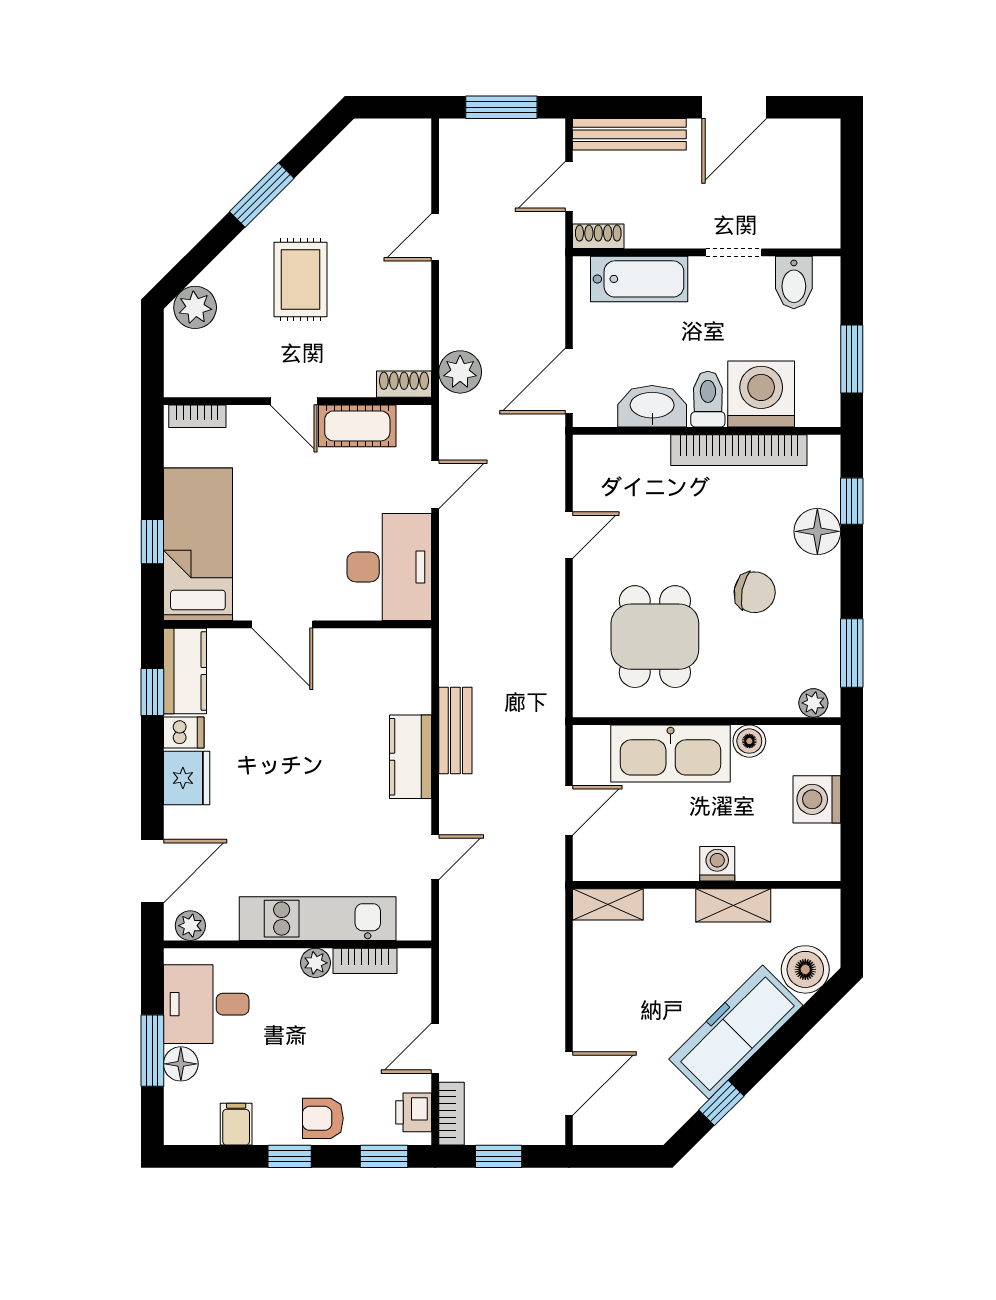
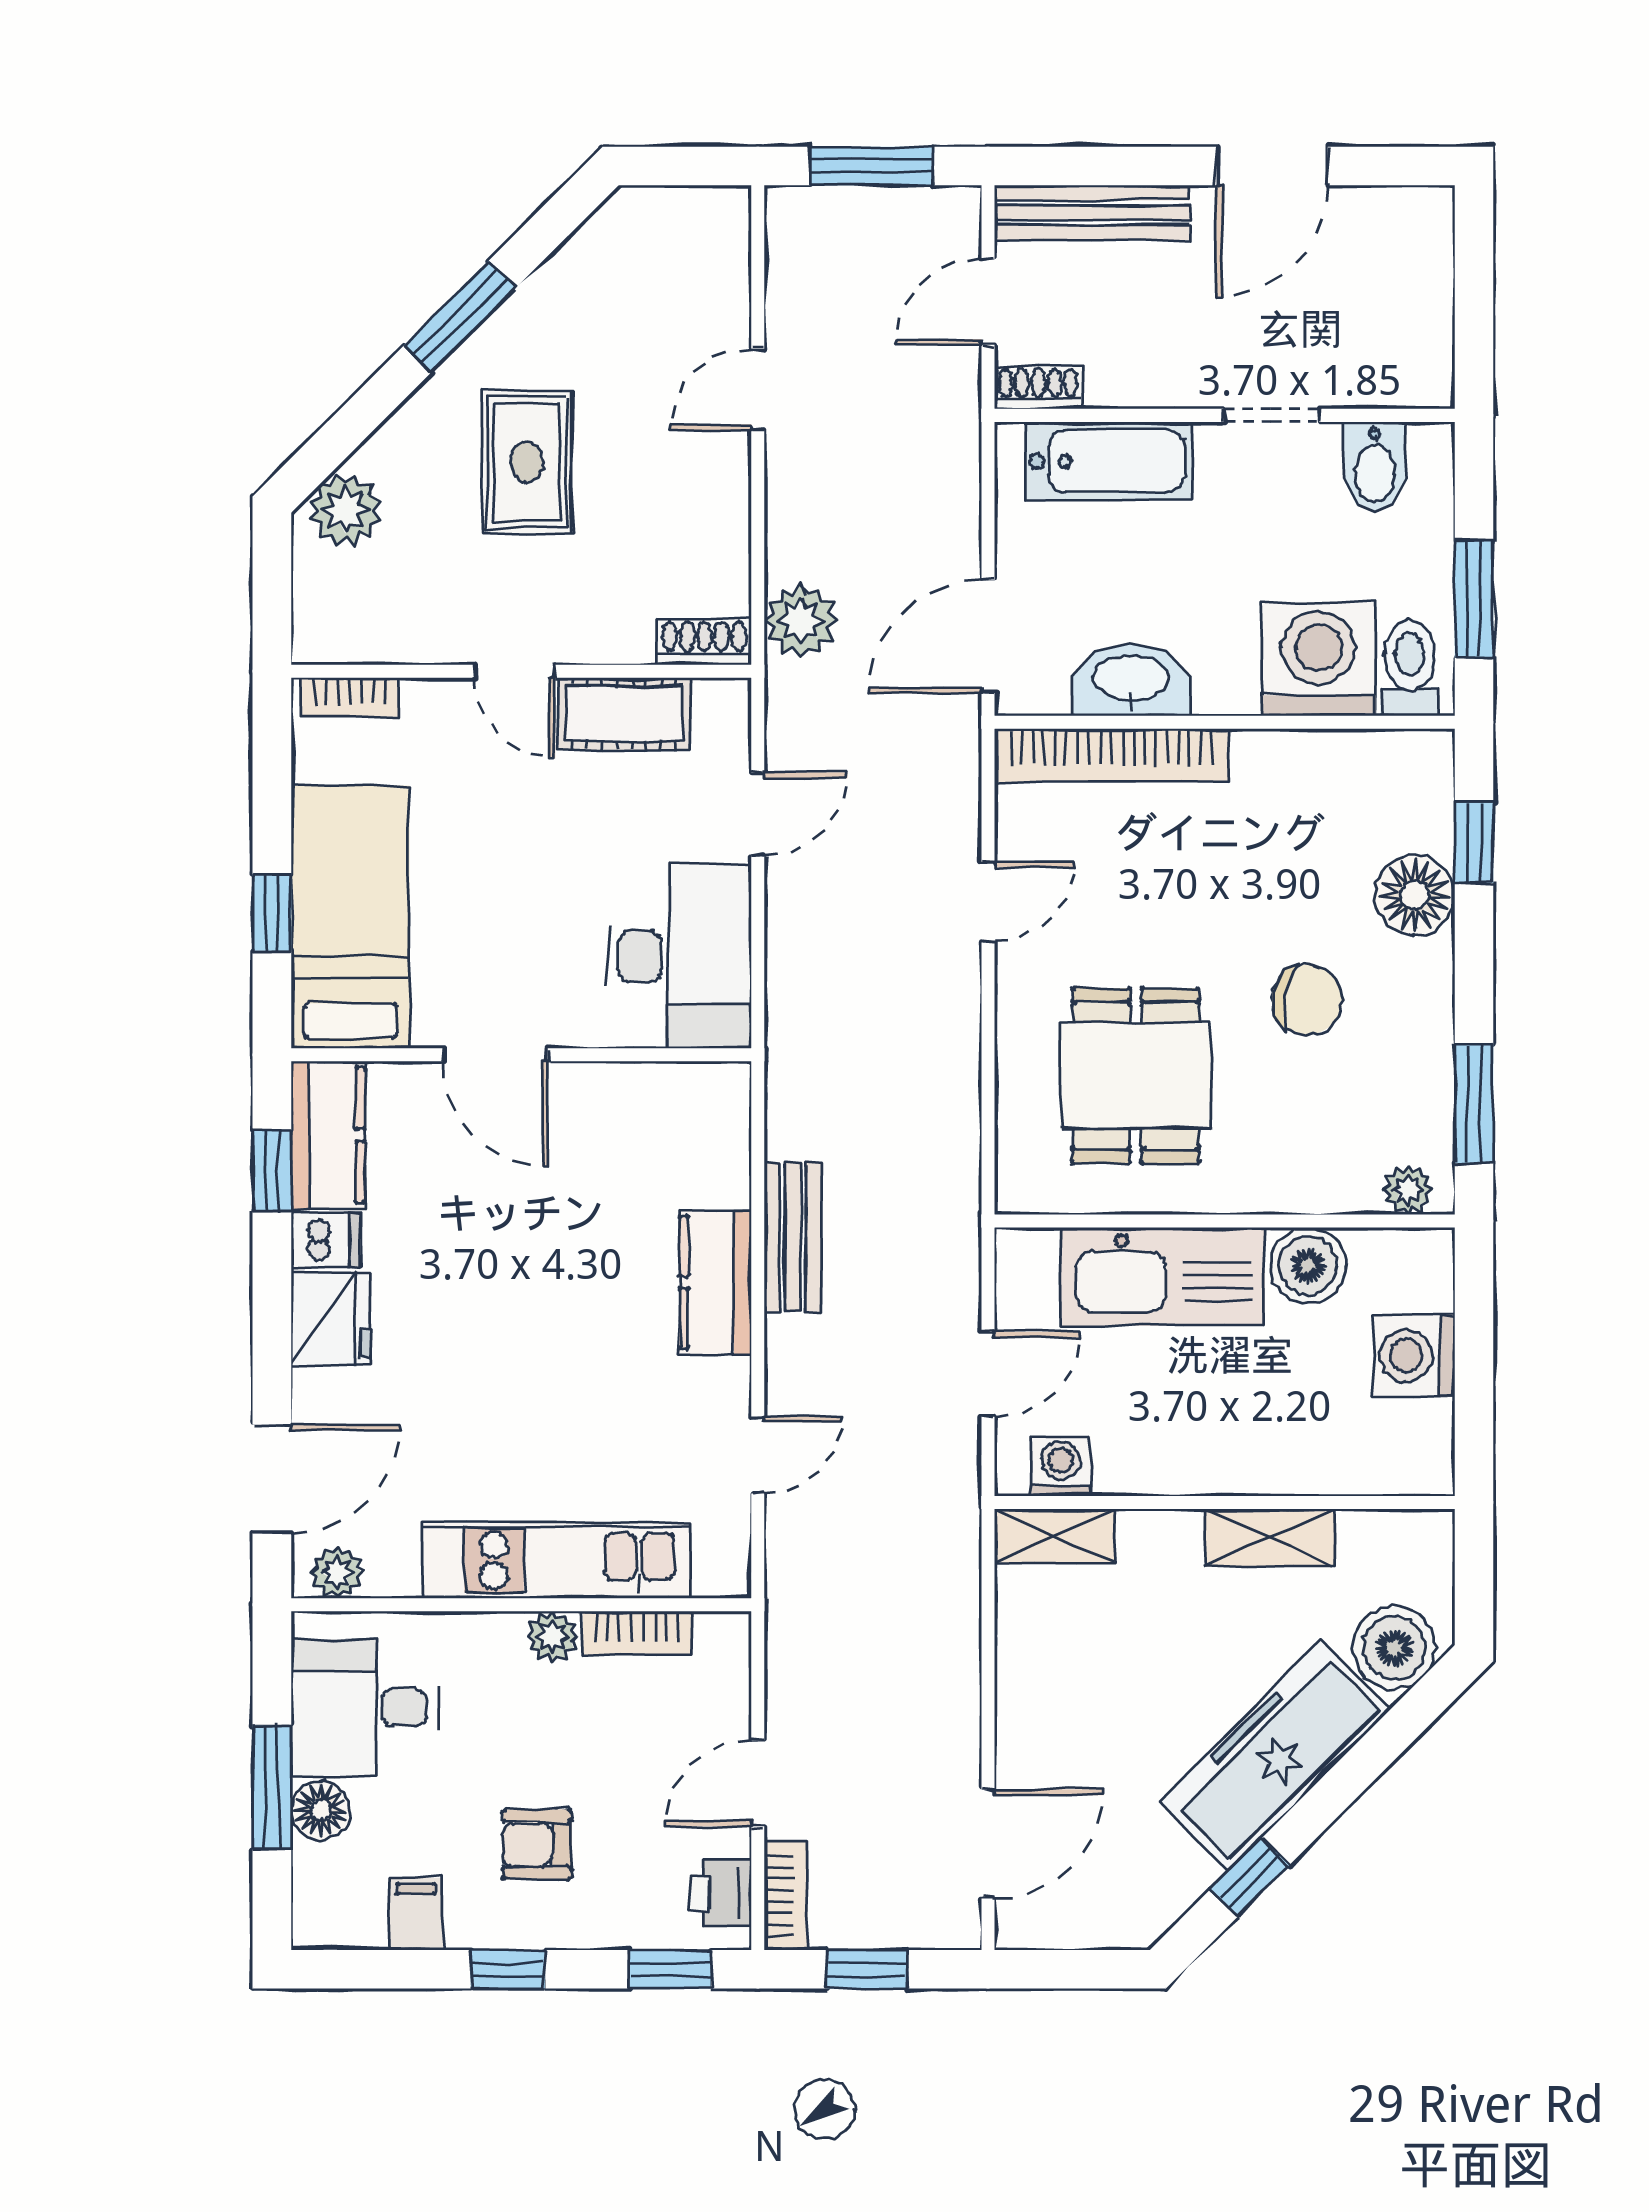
toilet: (708, 399) -> (1410, 668), moved
bookcase: (739, 450) -> (1111, 755), moved
boiler: (749, 741) -> (1308, 1265), width x1.36, depth x1.36
washing machine: (717, 864) -> (1061, 1466), moved
armchair: (323, 1118) -> (537, 1844), moved

